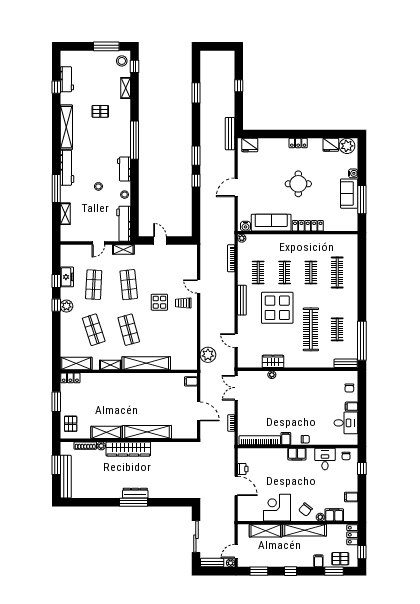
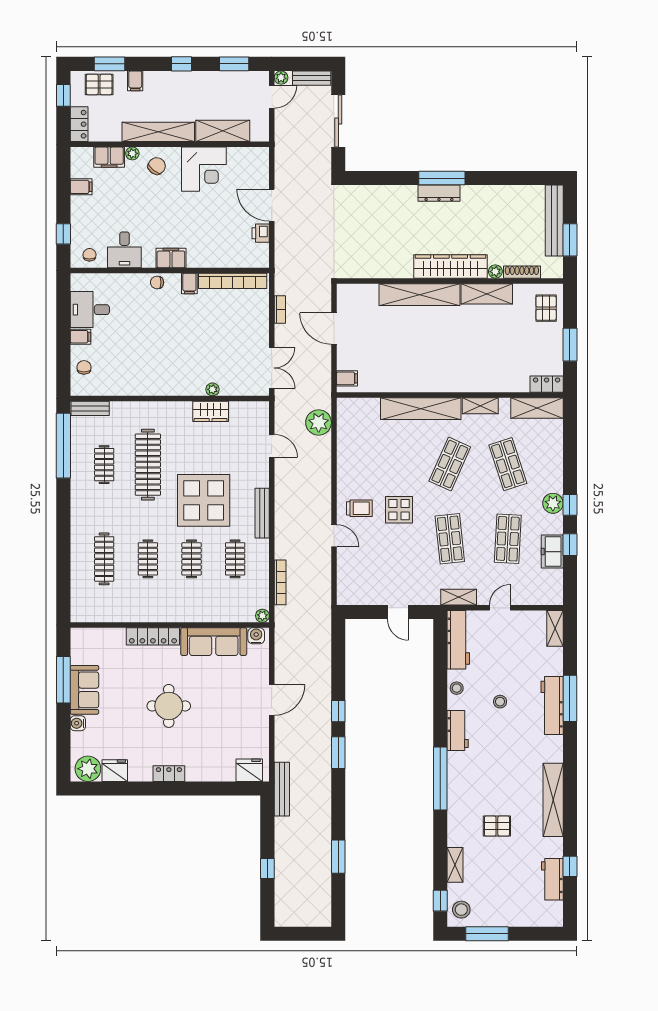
workbench: (67, 168) -> (552, 706), moved
shelving: (65, 214) -> (555, 628), moved
shop shelf: (129, 330) -> (450, 464), turned 39

